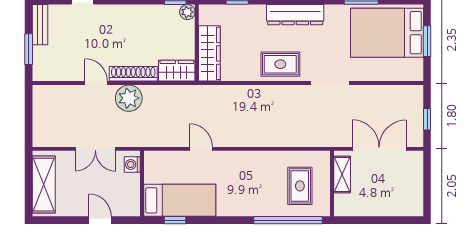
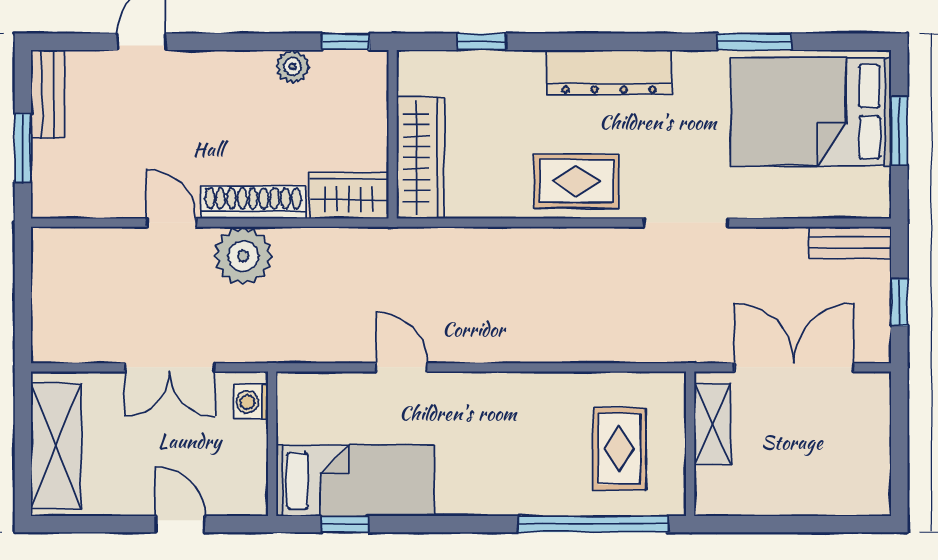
plant: (187, 12) -> (293, 67), moved
bench: (405, 92) -> (850, 242), added

